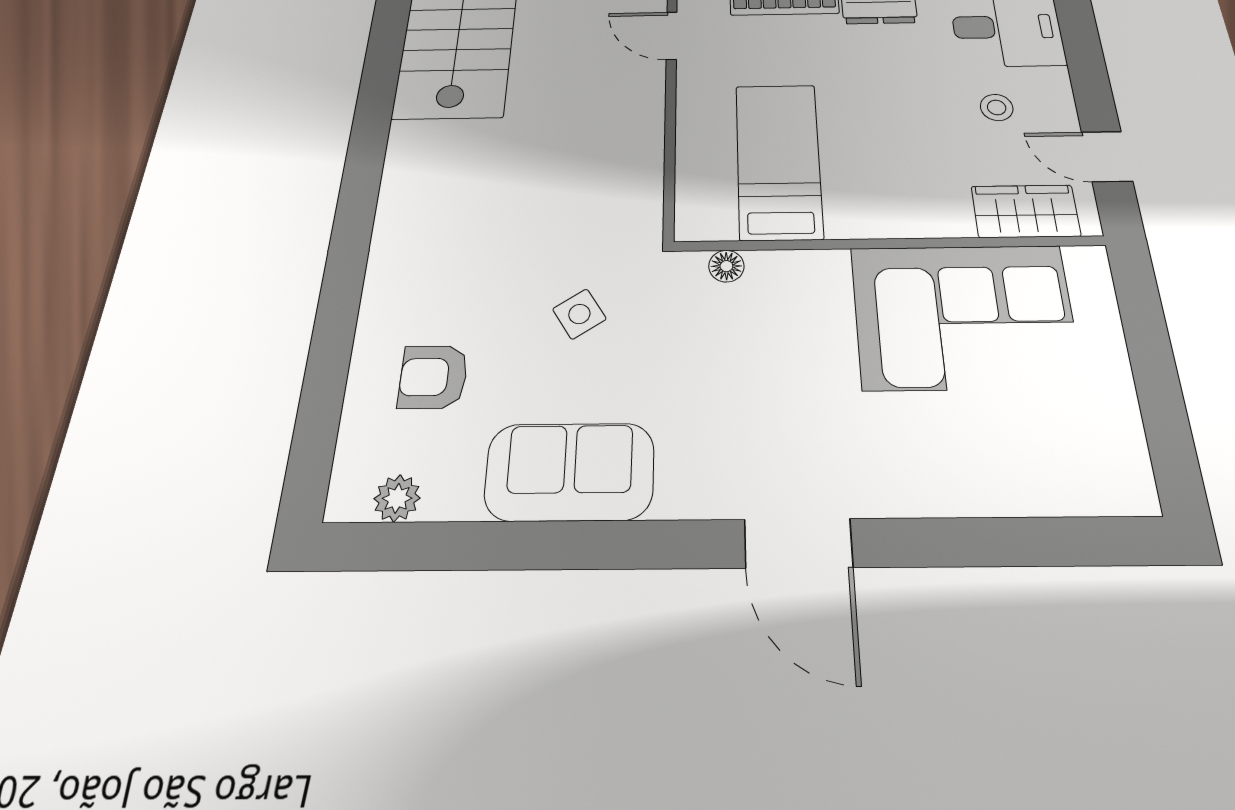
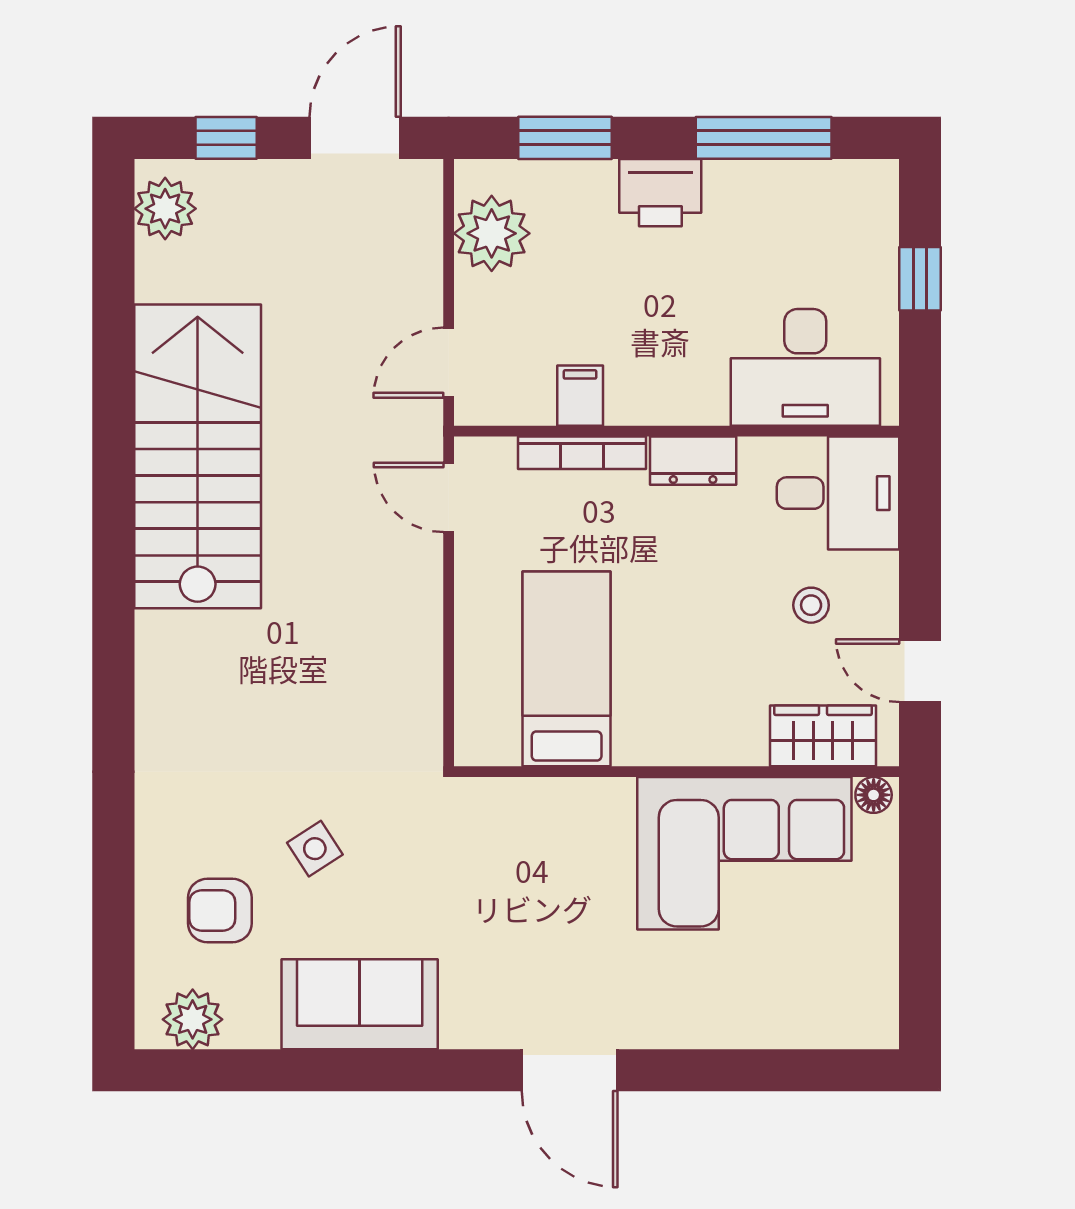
floor lamp: (726, 266) -> (874, 795), moved
side table: (579, 314) -> (315, 849), moved
plant: (397, 498) -> (193, 1019), width x1.38, depth x1.38

